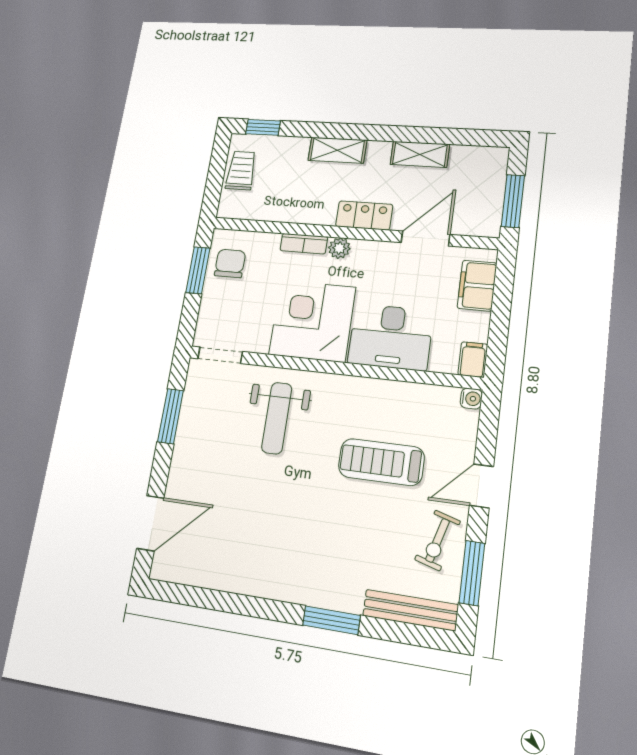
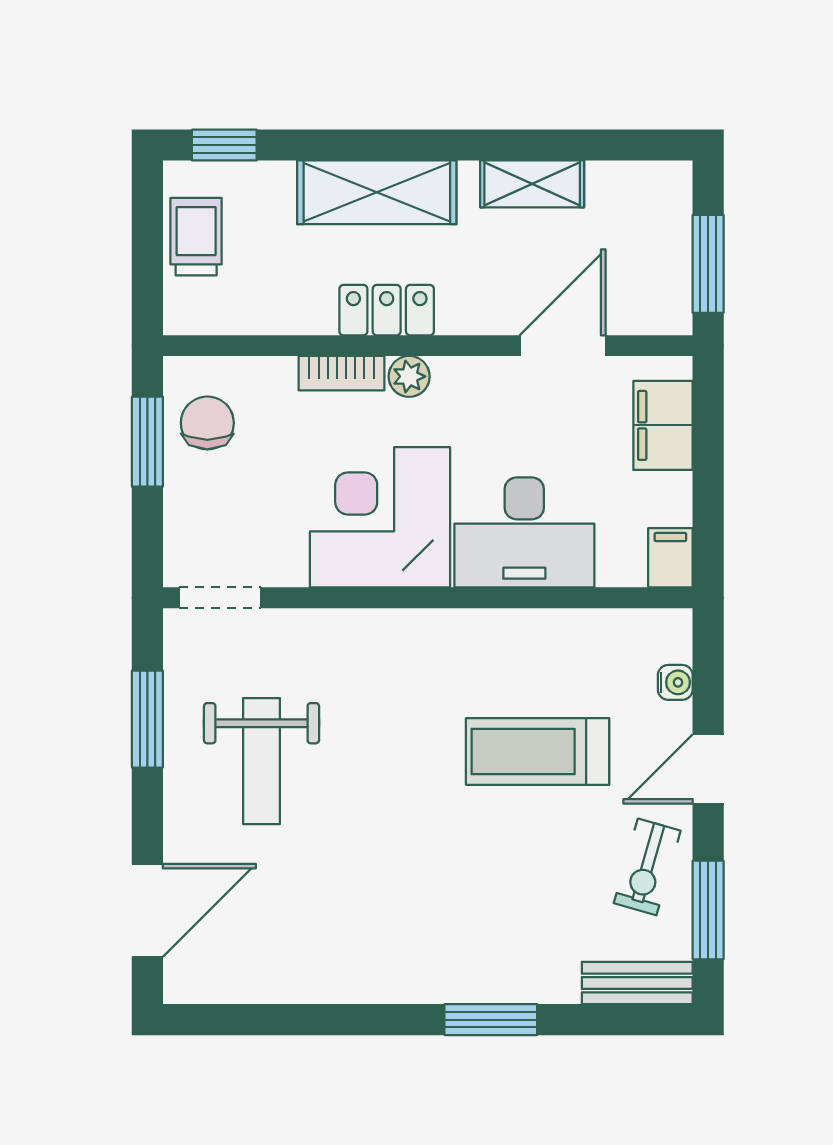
shelving: (337, 150) -> (377, 192), width x1.50, depth x1.33
locker: (364, 215) -> (387, 310), moved
water cooler: (471, 399) -> (675, 682), moved
weight bench: (277, 418) -> (262, 761), moved
bench: (410, 610) -> (637, 983), width x0.73

